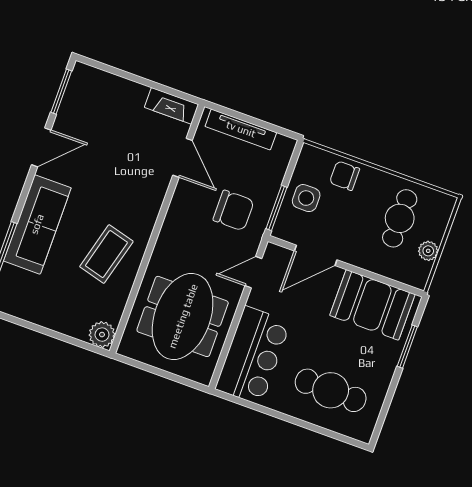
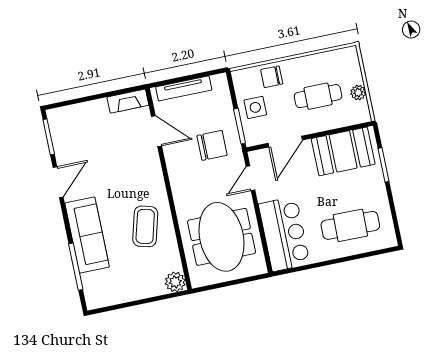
cafe table: (400, 218) -> (318, 96), moved, turned 90

